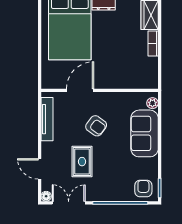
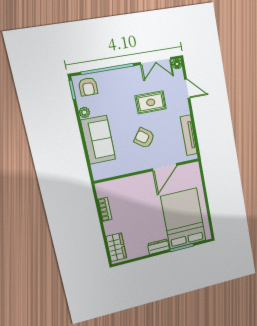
bookcase: (153, 44) -> (105, 209), moved
plant: (152, 103) -> (84, 112), moved
rug: (82, 162) -> (151, 102), turned 90

